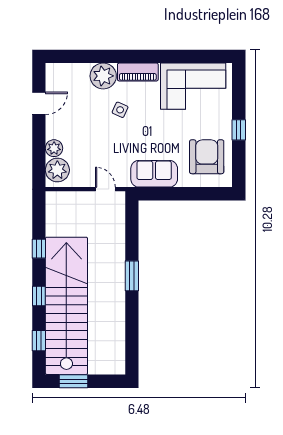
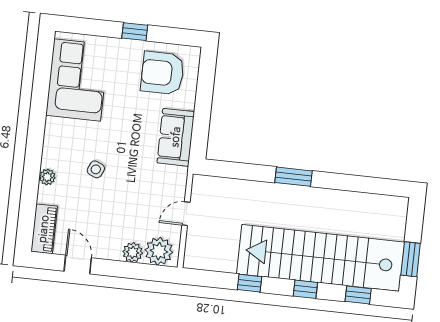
piano: (138, 72) -> (44, 229), moved
plant: (103, 76) -> (47, 177), width x0.53, depth x0.53
door: (105, 189) -> (186, 214), moved

